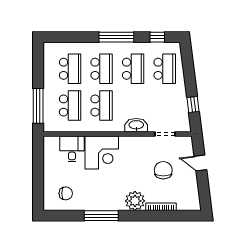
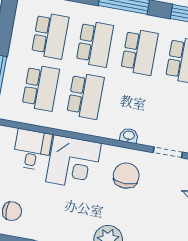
washbasin: (136, 125) -> (129, 136), width x0.52, depth x0.69
chair: (163, 170) -> (126, 176), moved

